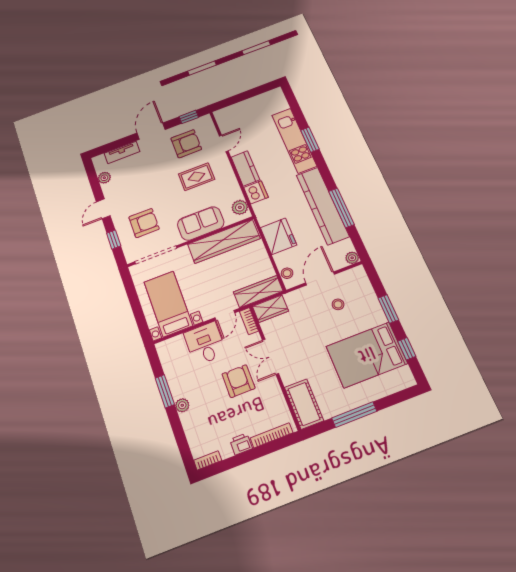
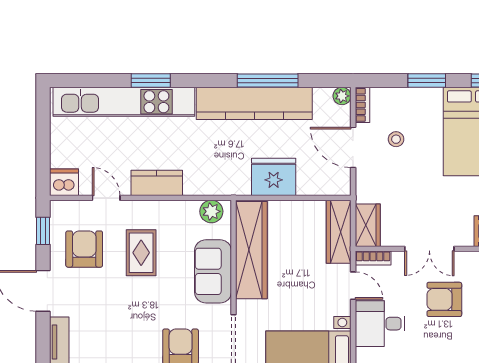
kitchen unit: (294, 141) -> (124, 102), width x1.36
dishwasher: (256, 192) -> (64, 182), moved
stool: (287, 273) -> (329, 186), removed
bookcase: (352, 273) -> (362, 105), added

